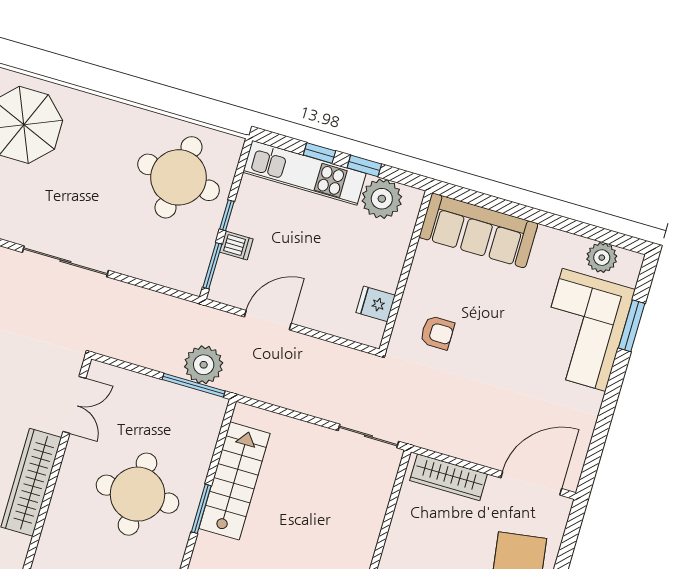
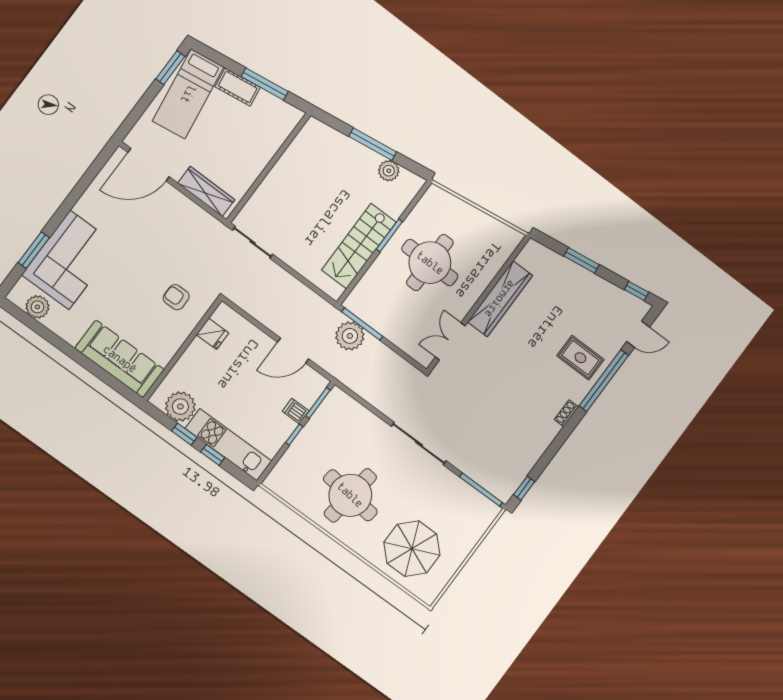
round table: (179, 177) -> (350, 495), moved

